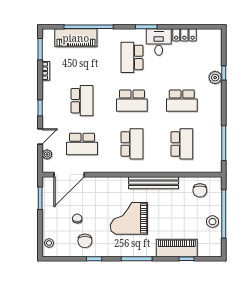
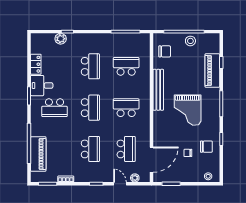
plant: (215, 78) -> (61, 39), moved
school desk: (82, 101) -> (90, 149), turned 90
door: (69, 175) -> (152, 160), hinge flipped

